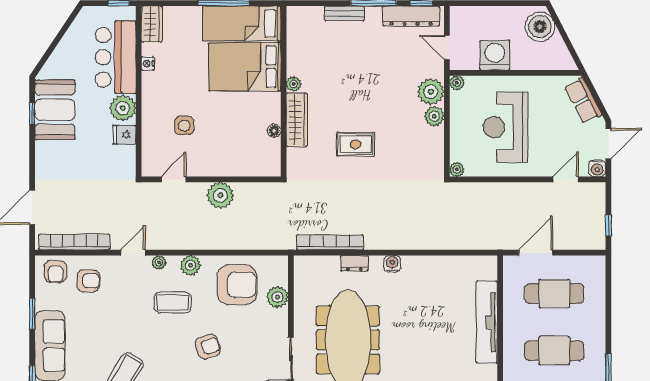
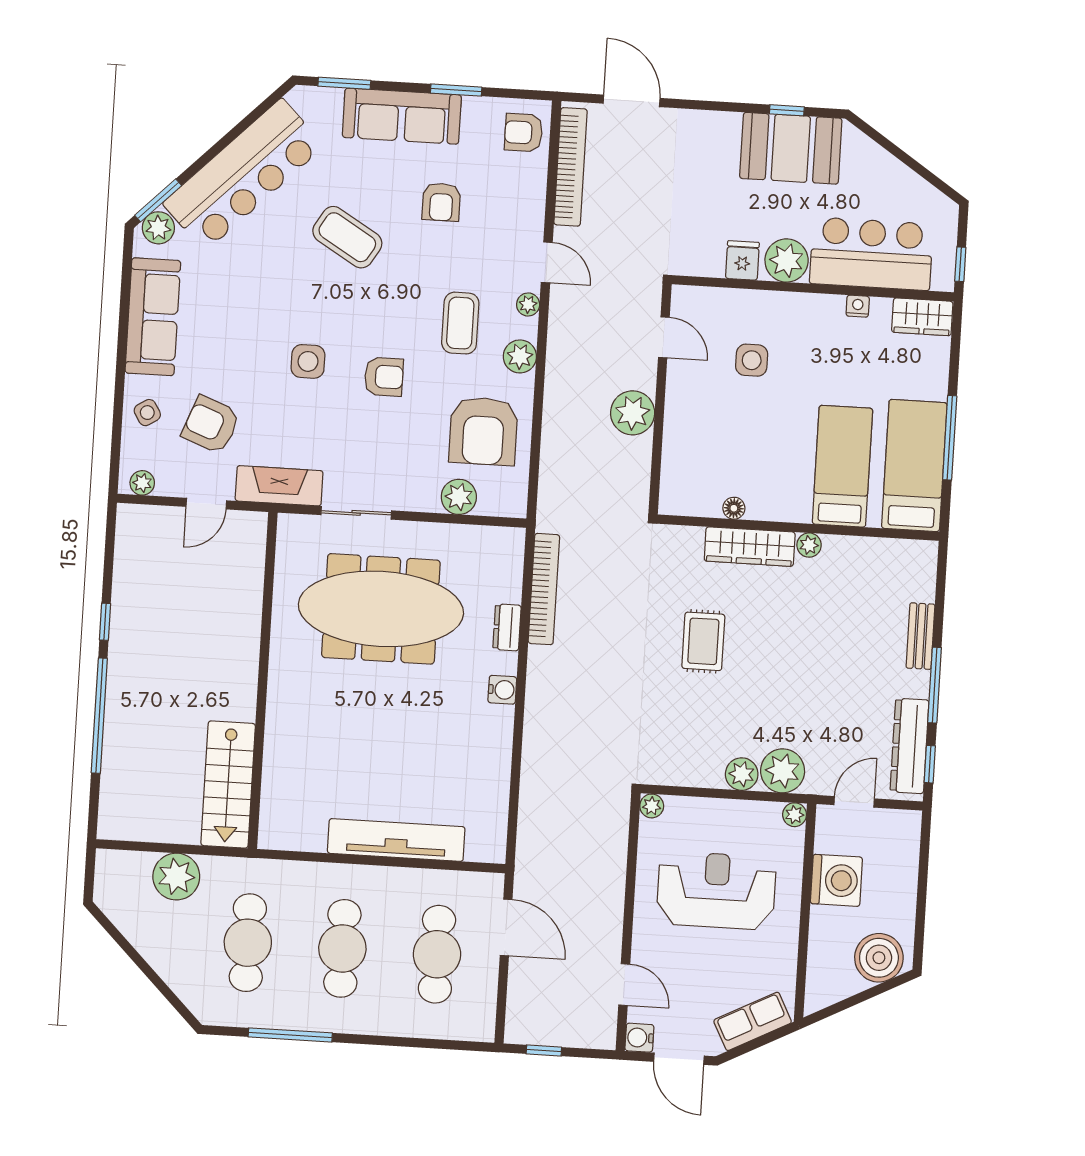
bed: (245, 67) -> (842, 466), width x0.67
armchair: (88, 281) -> (441, 202), moved
armchair: (208, 347) -> (384, 377), turned -71

